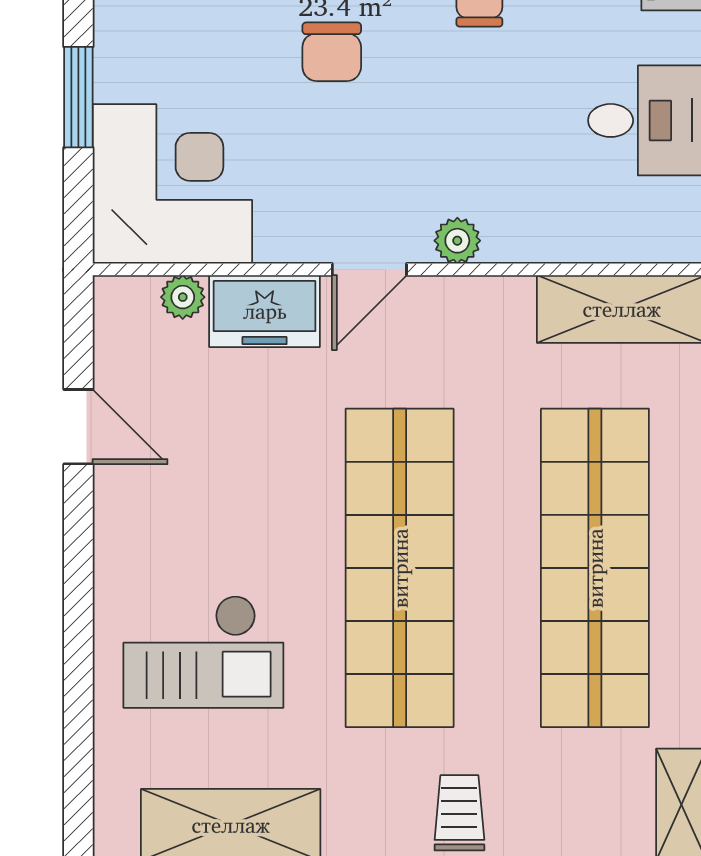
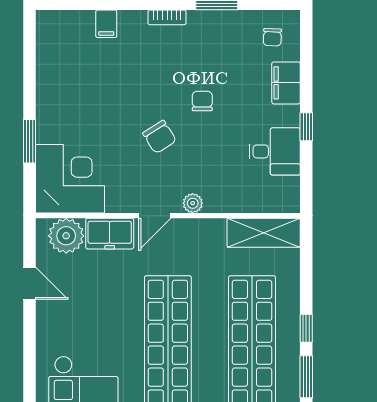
chair: (332, 52) -> (160, 137), moved, turned -32
plant: (183, 297) -> (66, 236), width x1.88, depth x1.88

